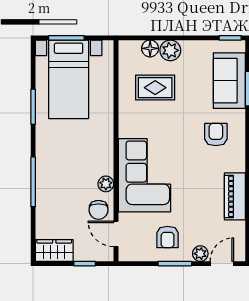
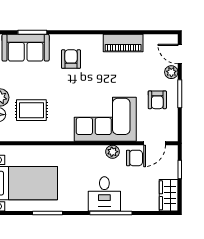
rug: (155, 88) -> (31, 110), turned 90
armchair: (216, 135) -> (71, 59), turned 90
desk: (56, 174) -> (104, 194), added
armchair: (168, 237) -> (157, 100), turned 90

